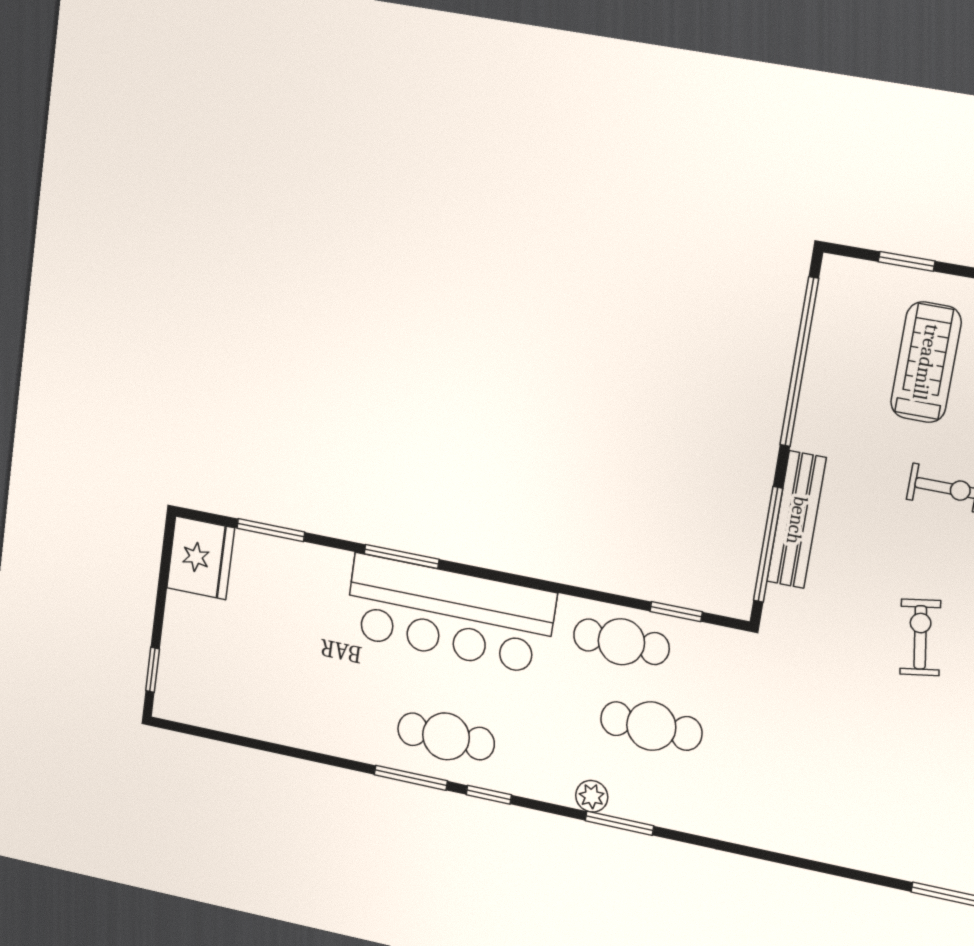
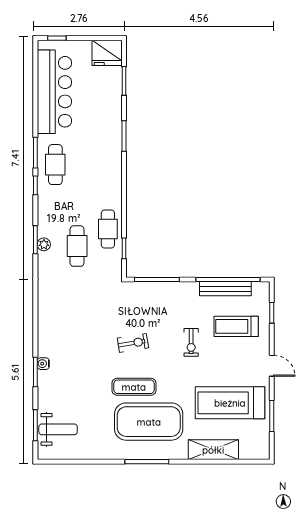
treadmill: (926, 362) -> (236, 326), turned 180
bench: (797, 520) -> (225, 289), moved
bar counter: (450, 614) -> (54, 92), moved, turned 180
plant: (592, 796) -> (44, 244), moved
water cooler: (931, 871) -> (43, 364), added

